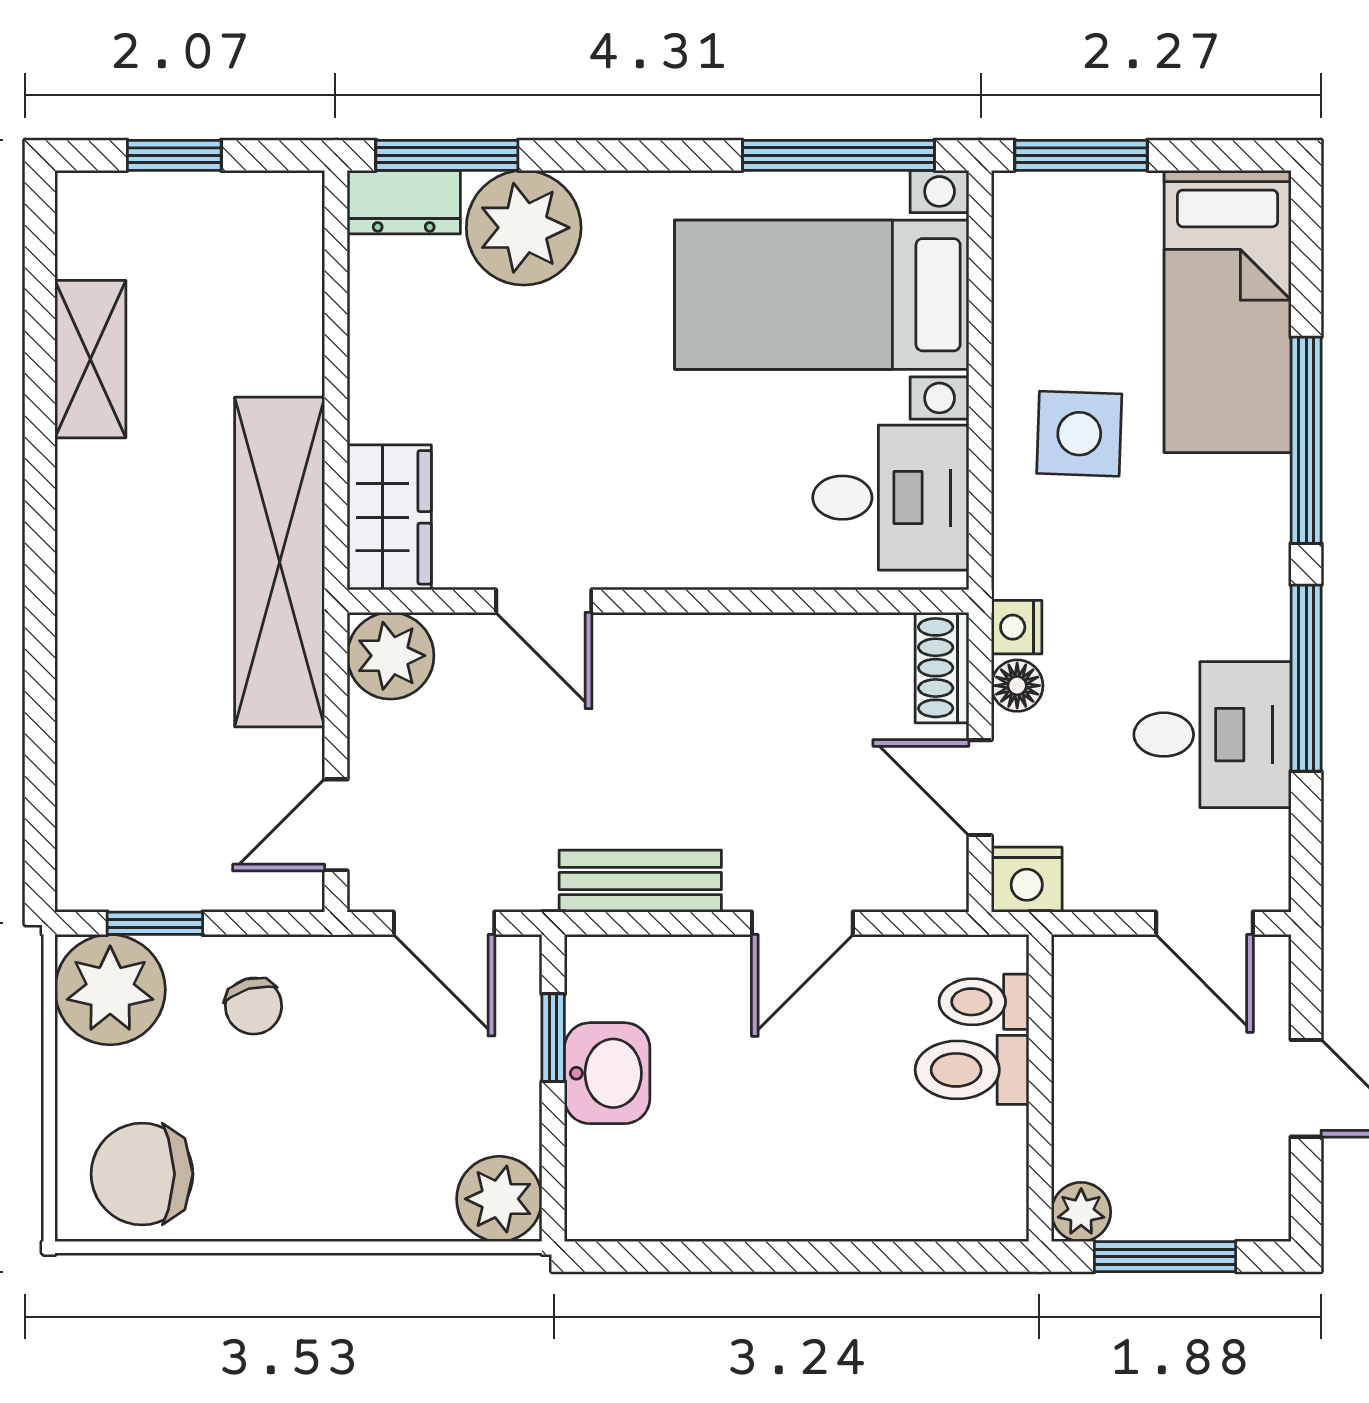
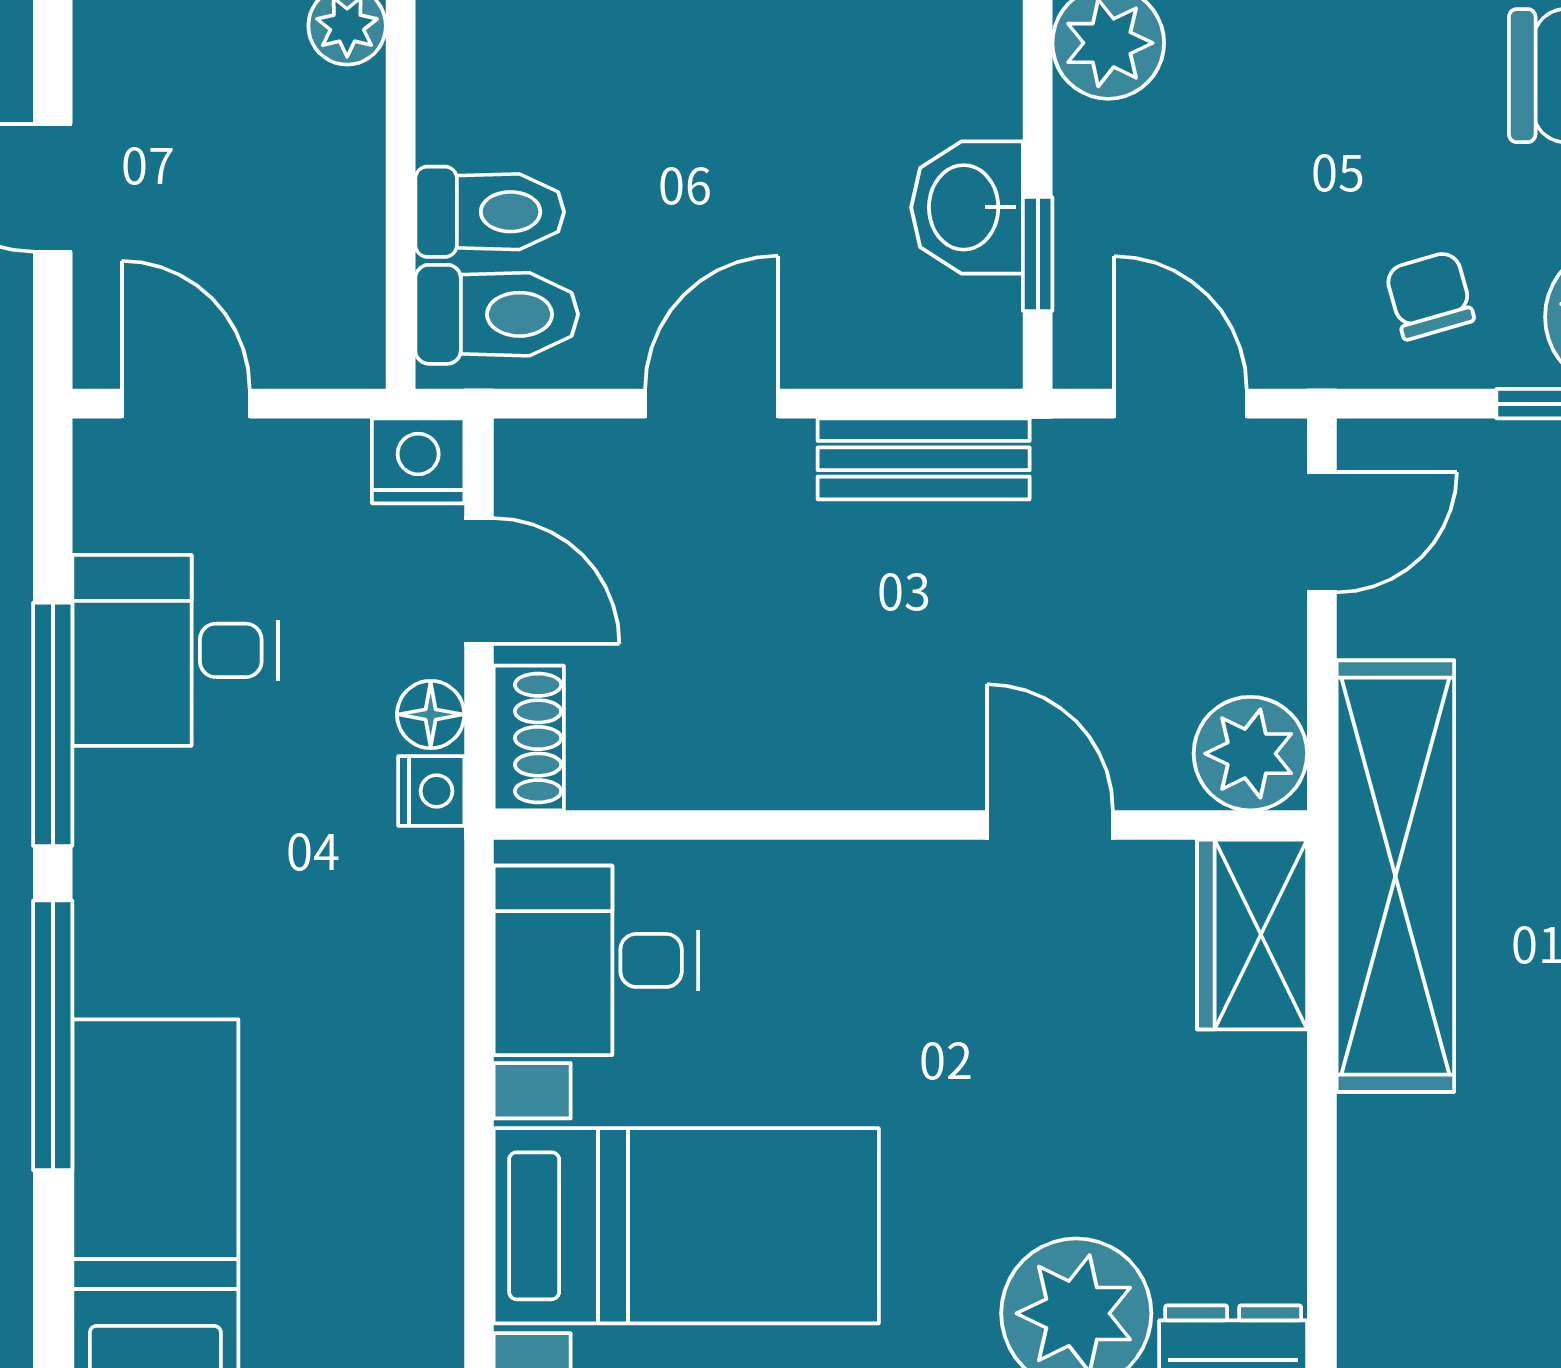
side table: (1079, 434) -> (349, 1044), removed
toilet: (984, 1002) -> (497, 314), width x1.37, depth x1.39

